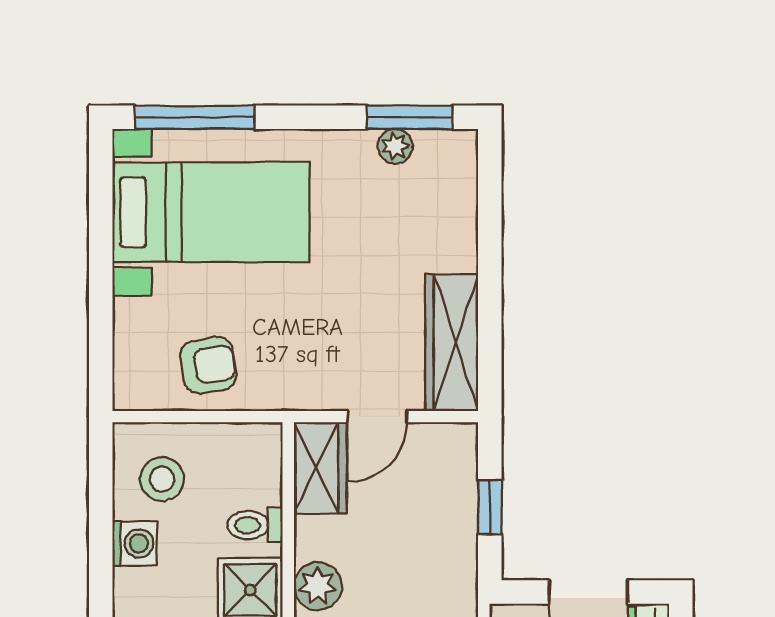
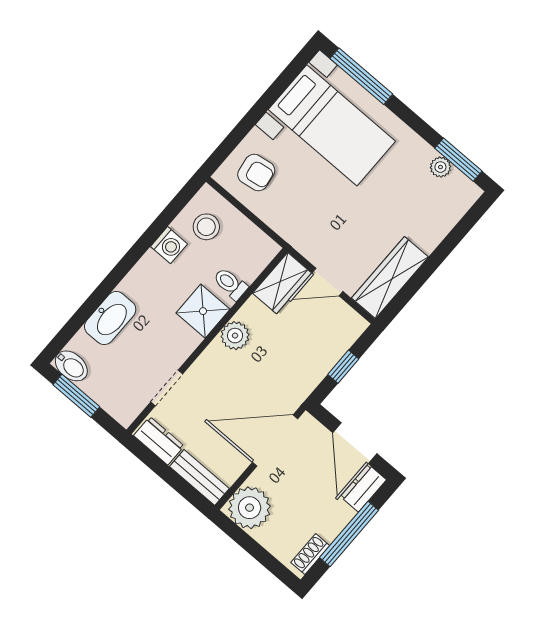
armchair: (208, 365) -> (256, 172), moved

